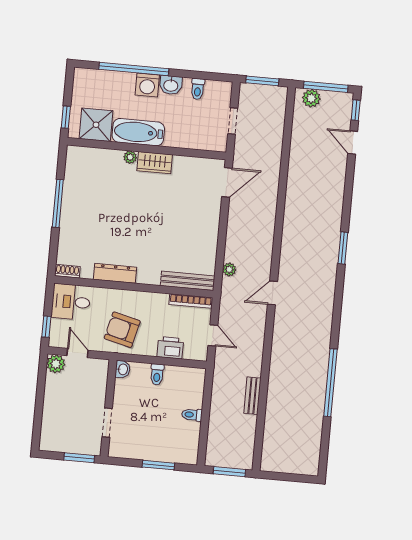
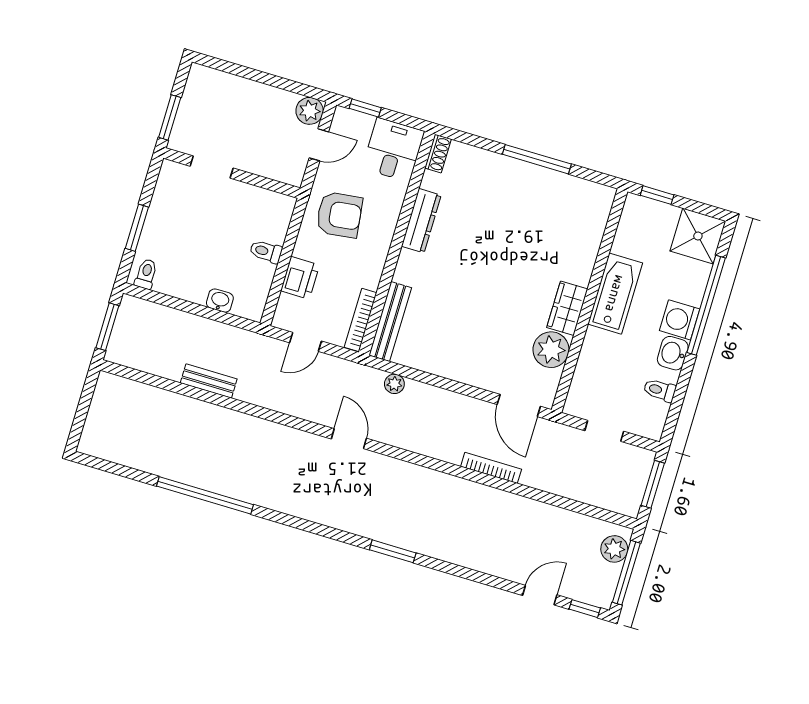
shower: (96, 125) -> (698, 236), moved
plant: (130, 157) -> (551, 350), moved, width x1.87, depth x1.87
bookcase: (273, 193) -> (491, 468), added
armchair: (122, 330) -> (339, 215), turned 69
washbasin: (123, 369) -> (220, 301), moved, turned 180
toilet: (192, 415) -> (146, 274), moved

